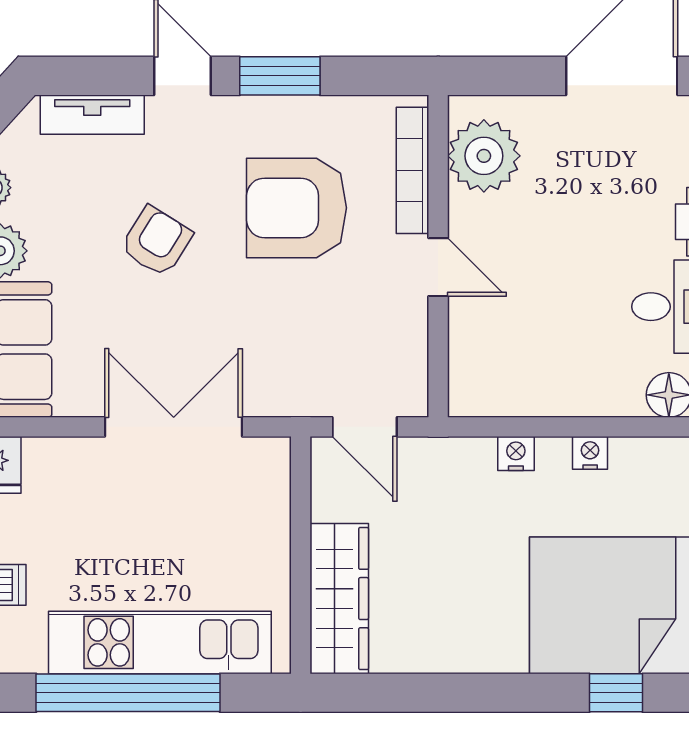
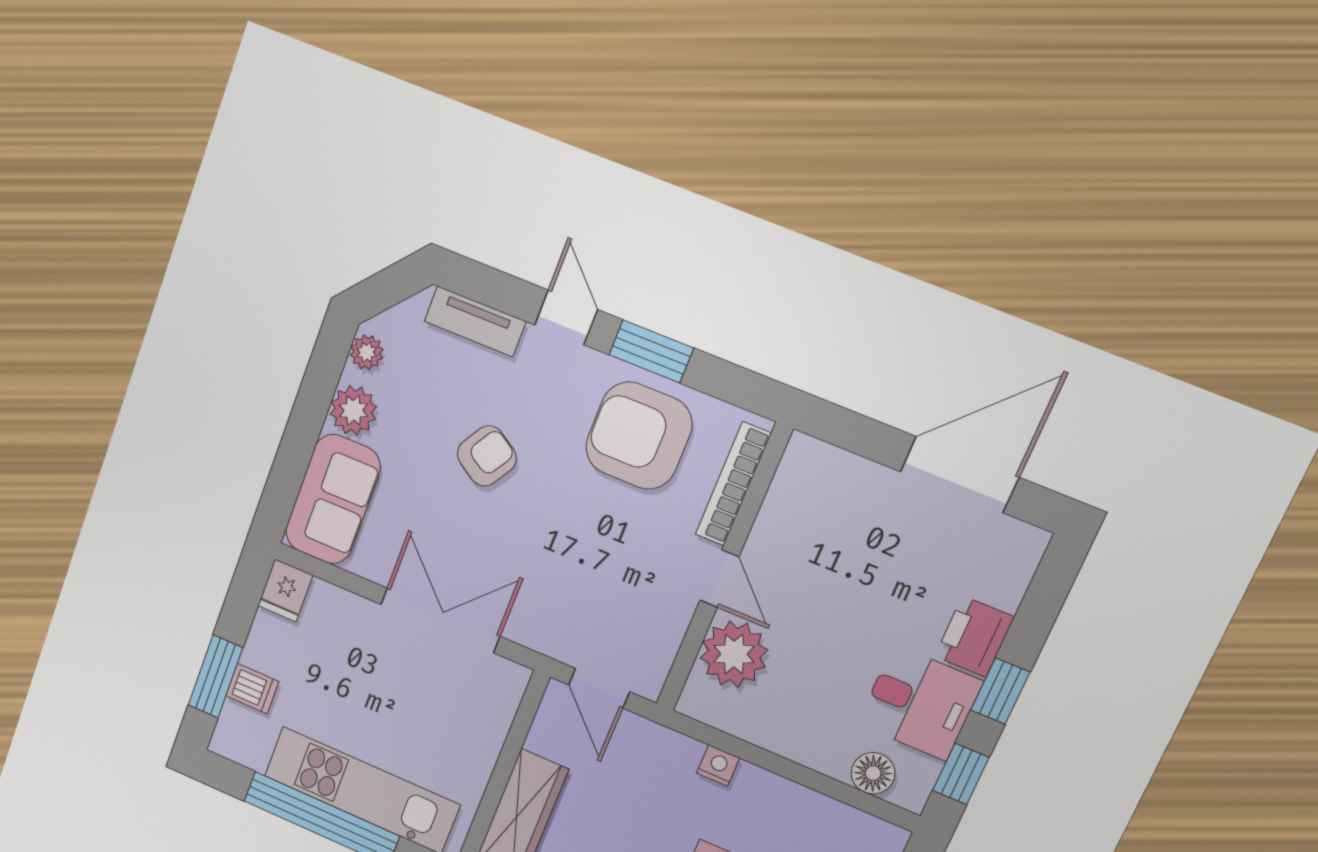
plant: (484, 156) -> (734, 654), moved
armchair: (297, 208) -> (639, 436), moved
nightstand: (590, 453) -> (782, 792), removed

